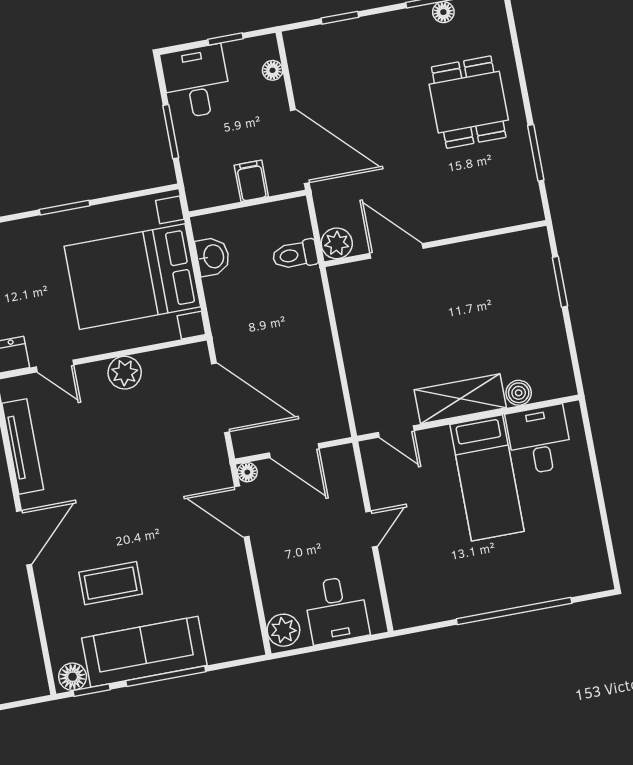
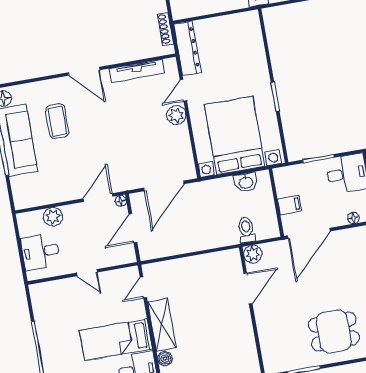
plant: (125, 373) -> (176, 115), moved
plant: (283, 630) -> (53, 217), moved

